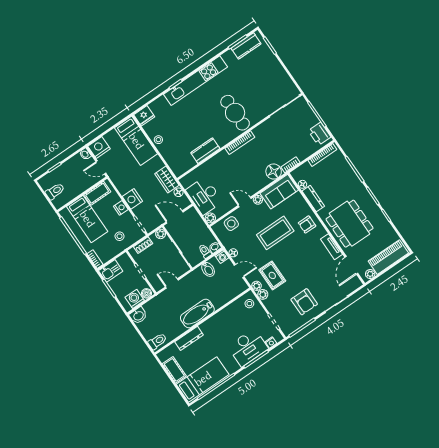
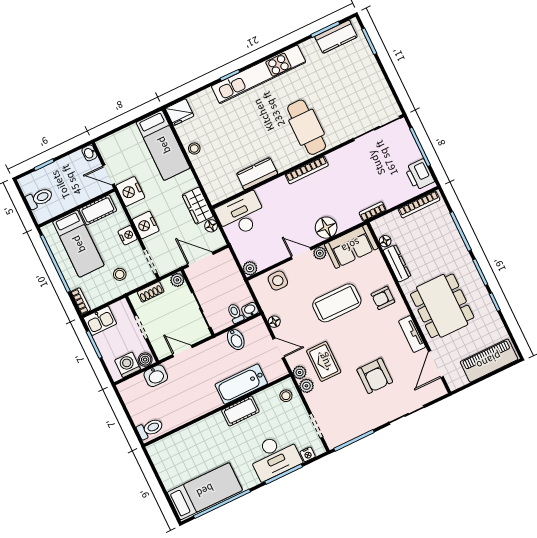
nightstand: (99, 148) -> (130, 191), moved, turned -90
floor lamp: (274, 171) -> (326, 228), moved
desk: (204, 196) -> (241, 215), moved, turned 90
washing machine: (222, 257) -> (258, 325), removed
plant: (370, 274) -> (460, 380), removed
armchair: (304, 302) -> (375, 376), moved
bathtub: (197, 314) -> (241, 384), moved
washbasin: (138, 316) -> (156, 376), moved
dresser: (189, 338) -> (195, 431), removed
cot: (174, 370) -> (240, 411), moved, turned 90

